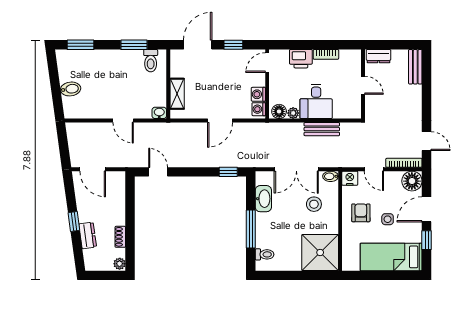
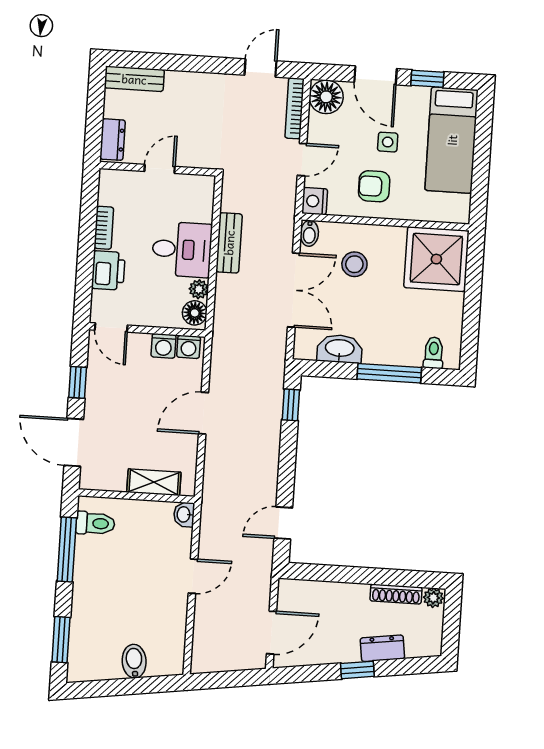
window: (134, 45) -> (67, 549), width x1.44
door: (220, 121) -> (204, 413), swing flipped
shoe rack: (120, 237) -> (396, 594), width x1.43

